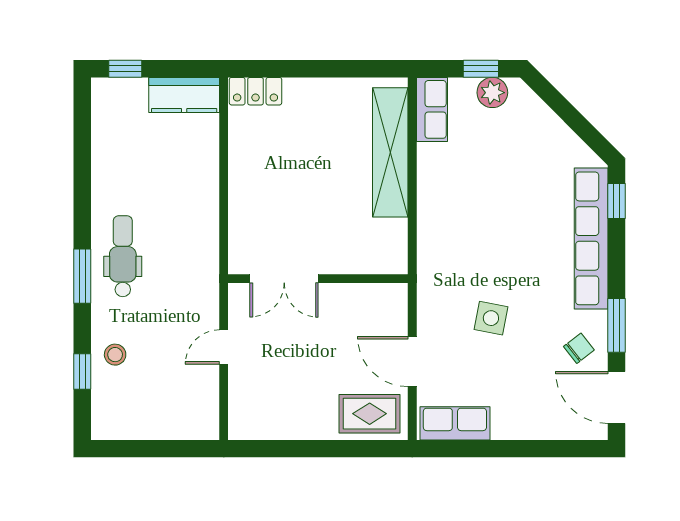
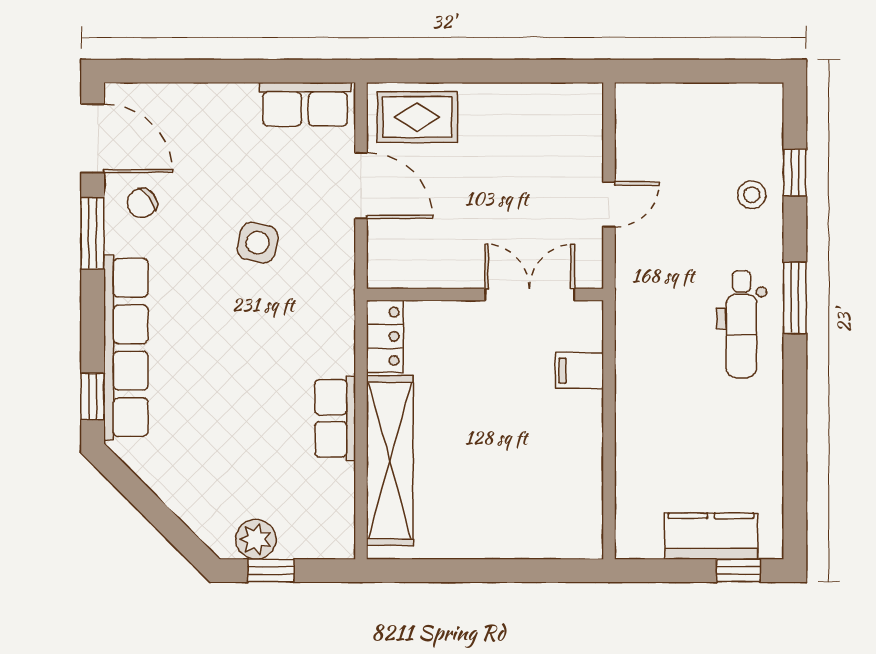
locker: (256, 91) -> (385, 336), moved, turned 90
kitchen counter: (184, 95) -> (711, 536), moved
row of seats: (432, 109) -> (335, 418), moved
filing cabinet: (246, 221) -> (579, 371), added

